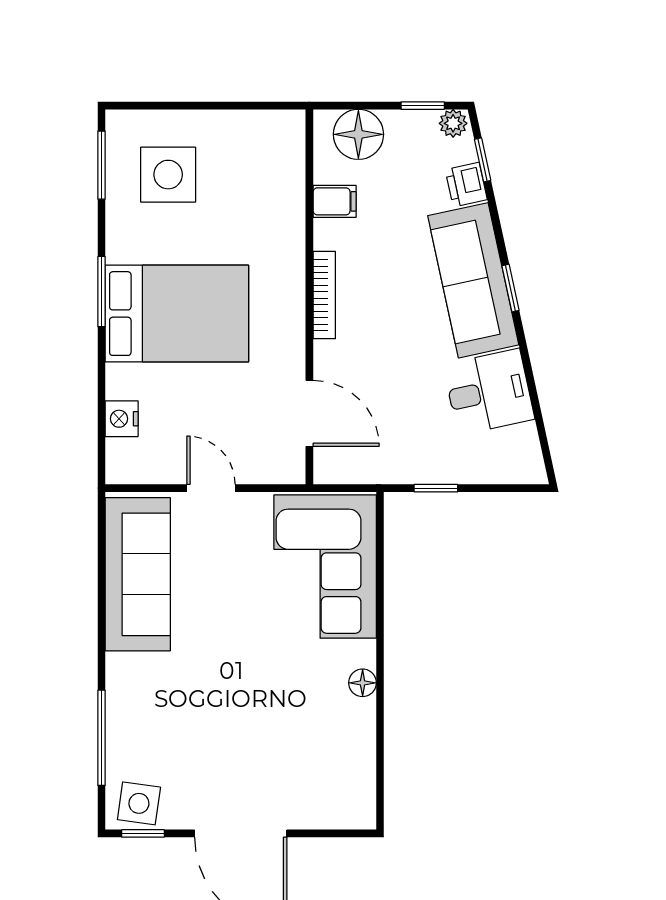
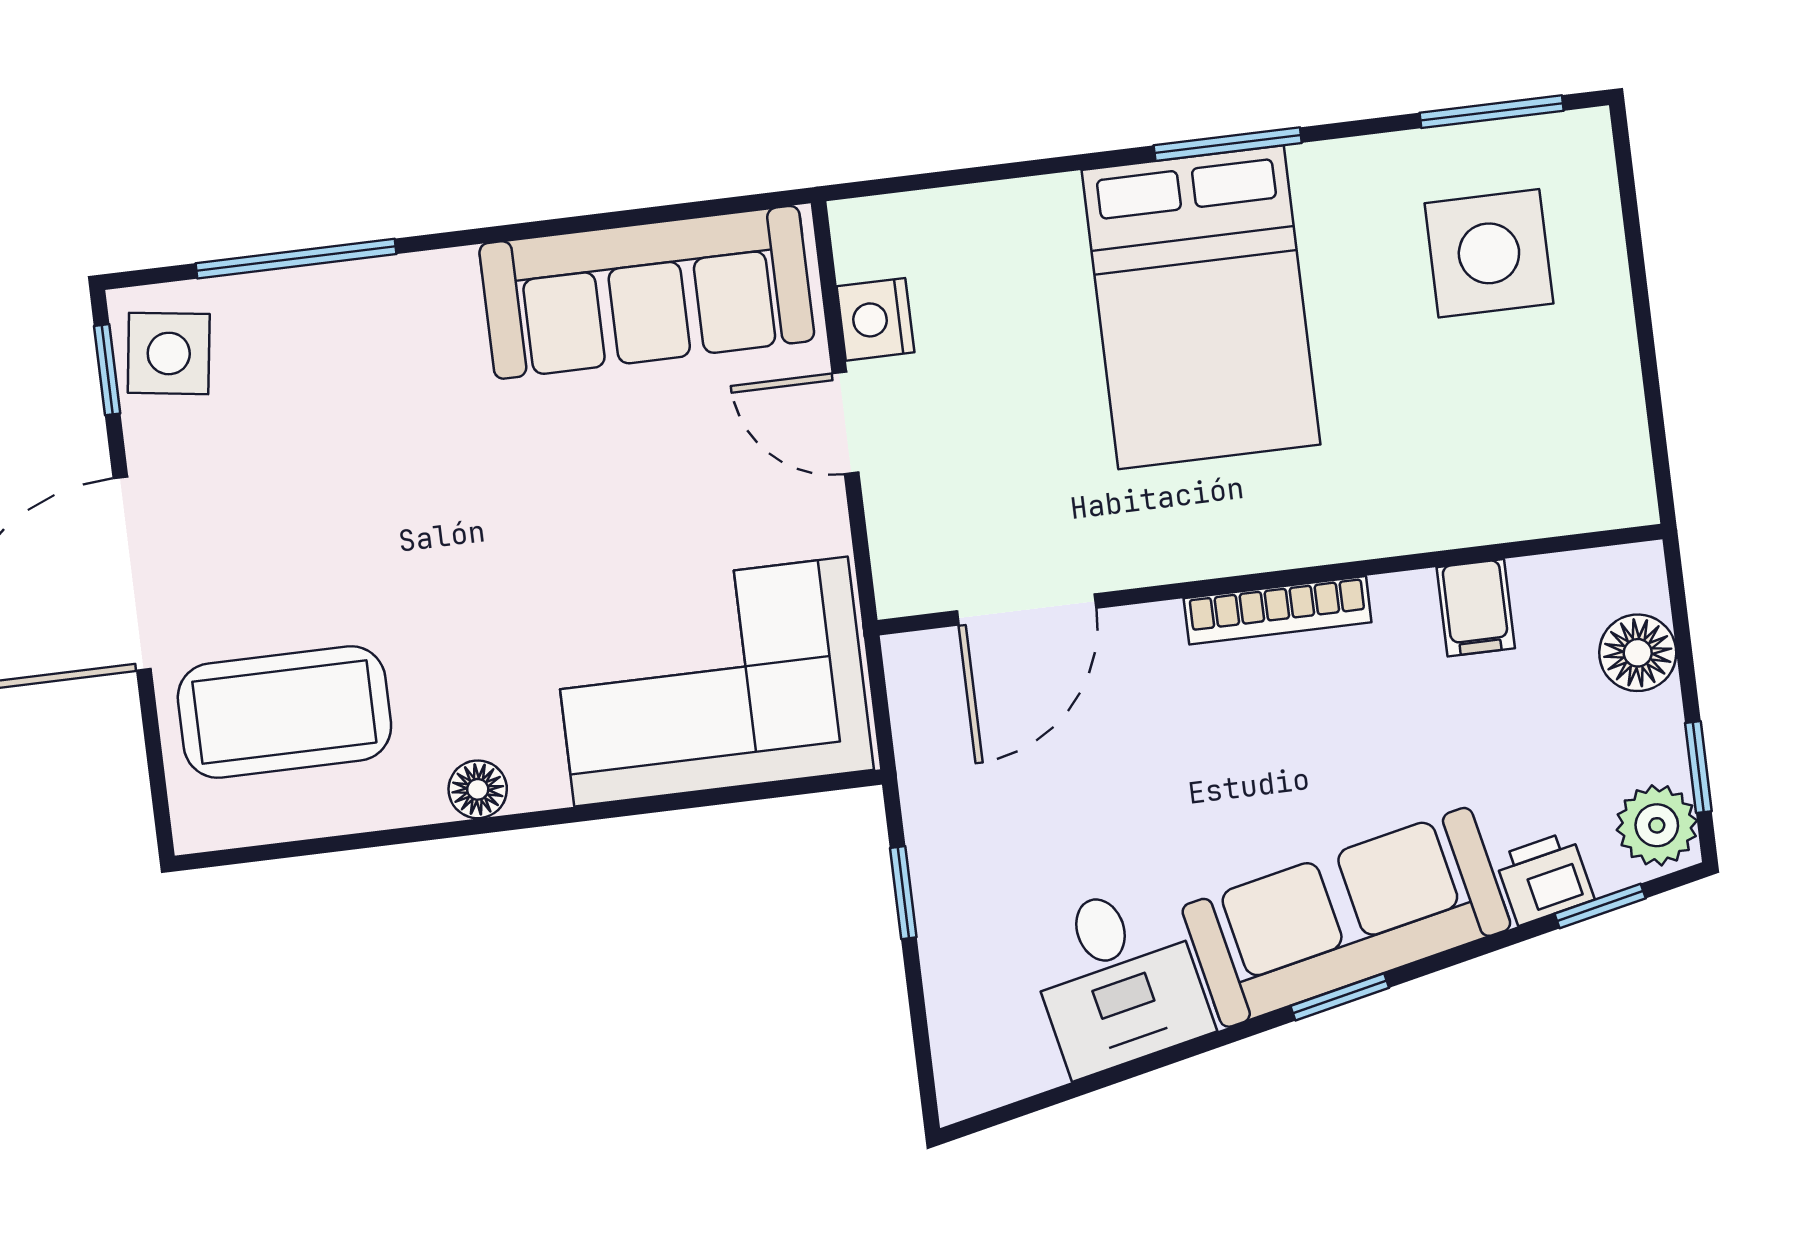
plant: (453, 123) -> (1657, 825), width x1.38, depth x1.38
floor lamp: (358, 134) -> (1638, 653), width x0.73, depth x0.73
nightstand: (122, 419) -> (875, 319), moved, turned -90
door: (211, 488) -> (846, 423), swing flipped
coffee table: (315, 770) -> (284, 712), added

